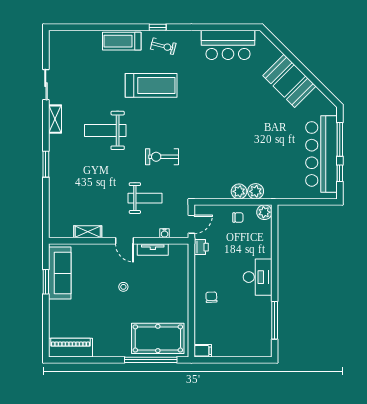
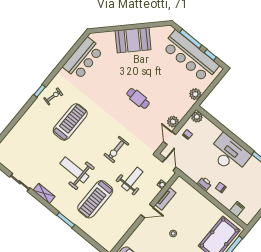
treadmill: (122, 41) -> (95, 199), moved, width x1.37, depth x1.38
weight bench: (105, 130) -> (74, 170), turned 90
cafe table: (233, 136) -> (138, 98), added
plant: (256, 191) -> (195, 94), moved
door: (219, 202) -> (169, 138), added
shelving: (88, 232) -> (125, 228), removed
printer: (201, 247) -> (204, 184), moved
desk: (258, 277) -> (229, 154), width x1.36, depth x1.30
filing cabinet: (203, 351) -> (237, 209), moved

